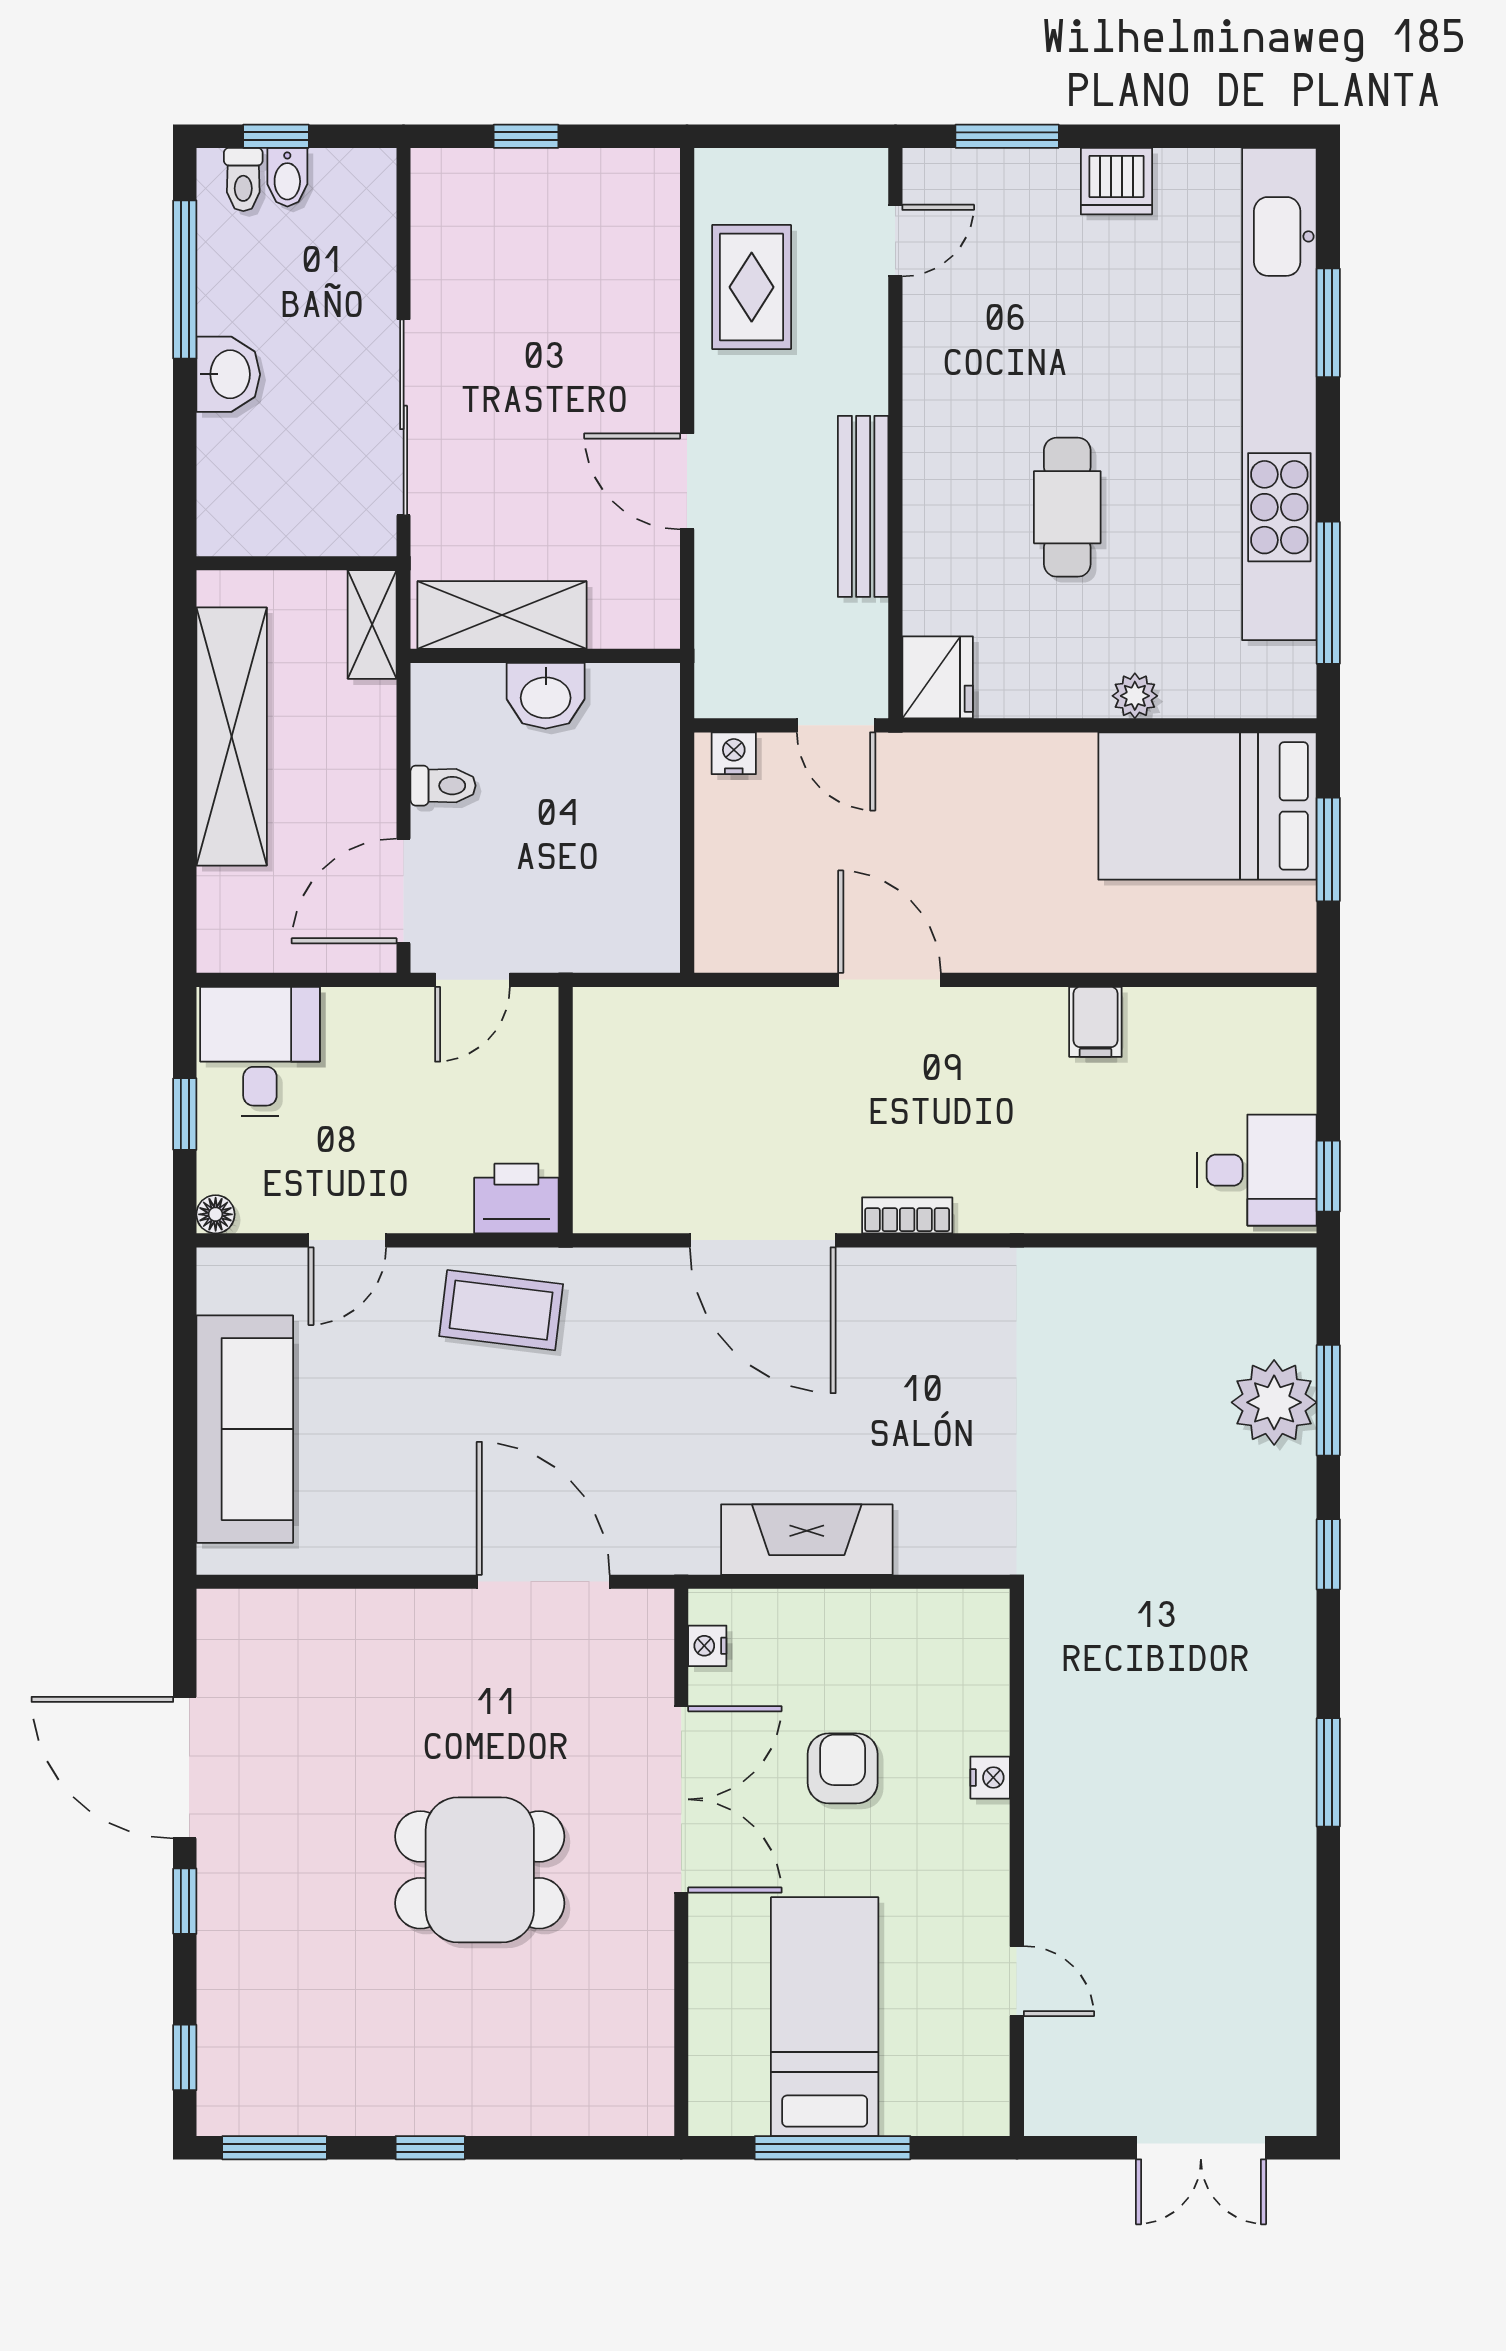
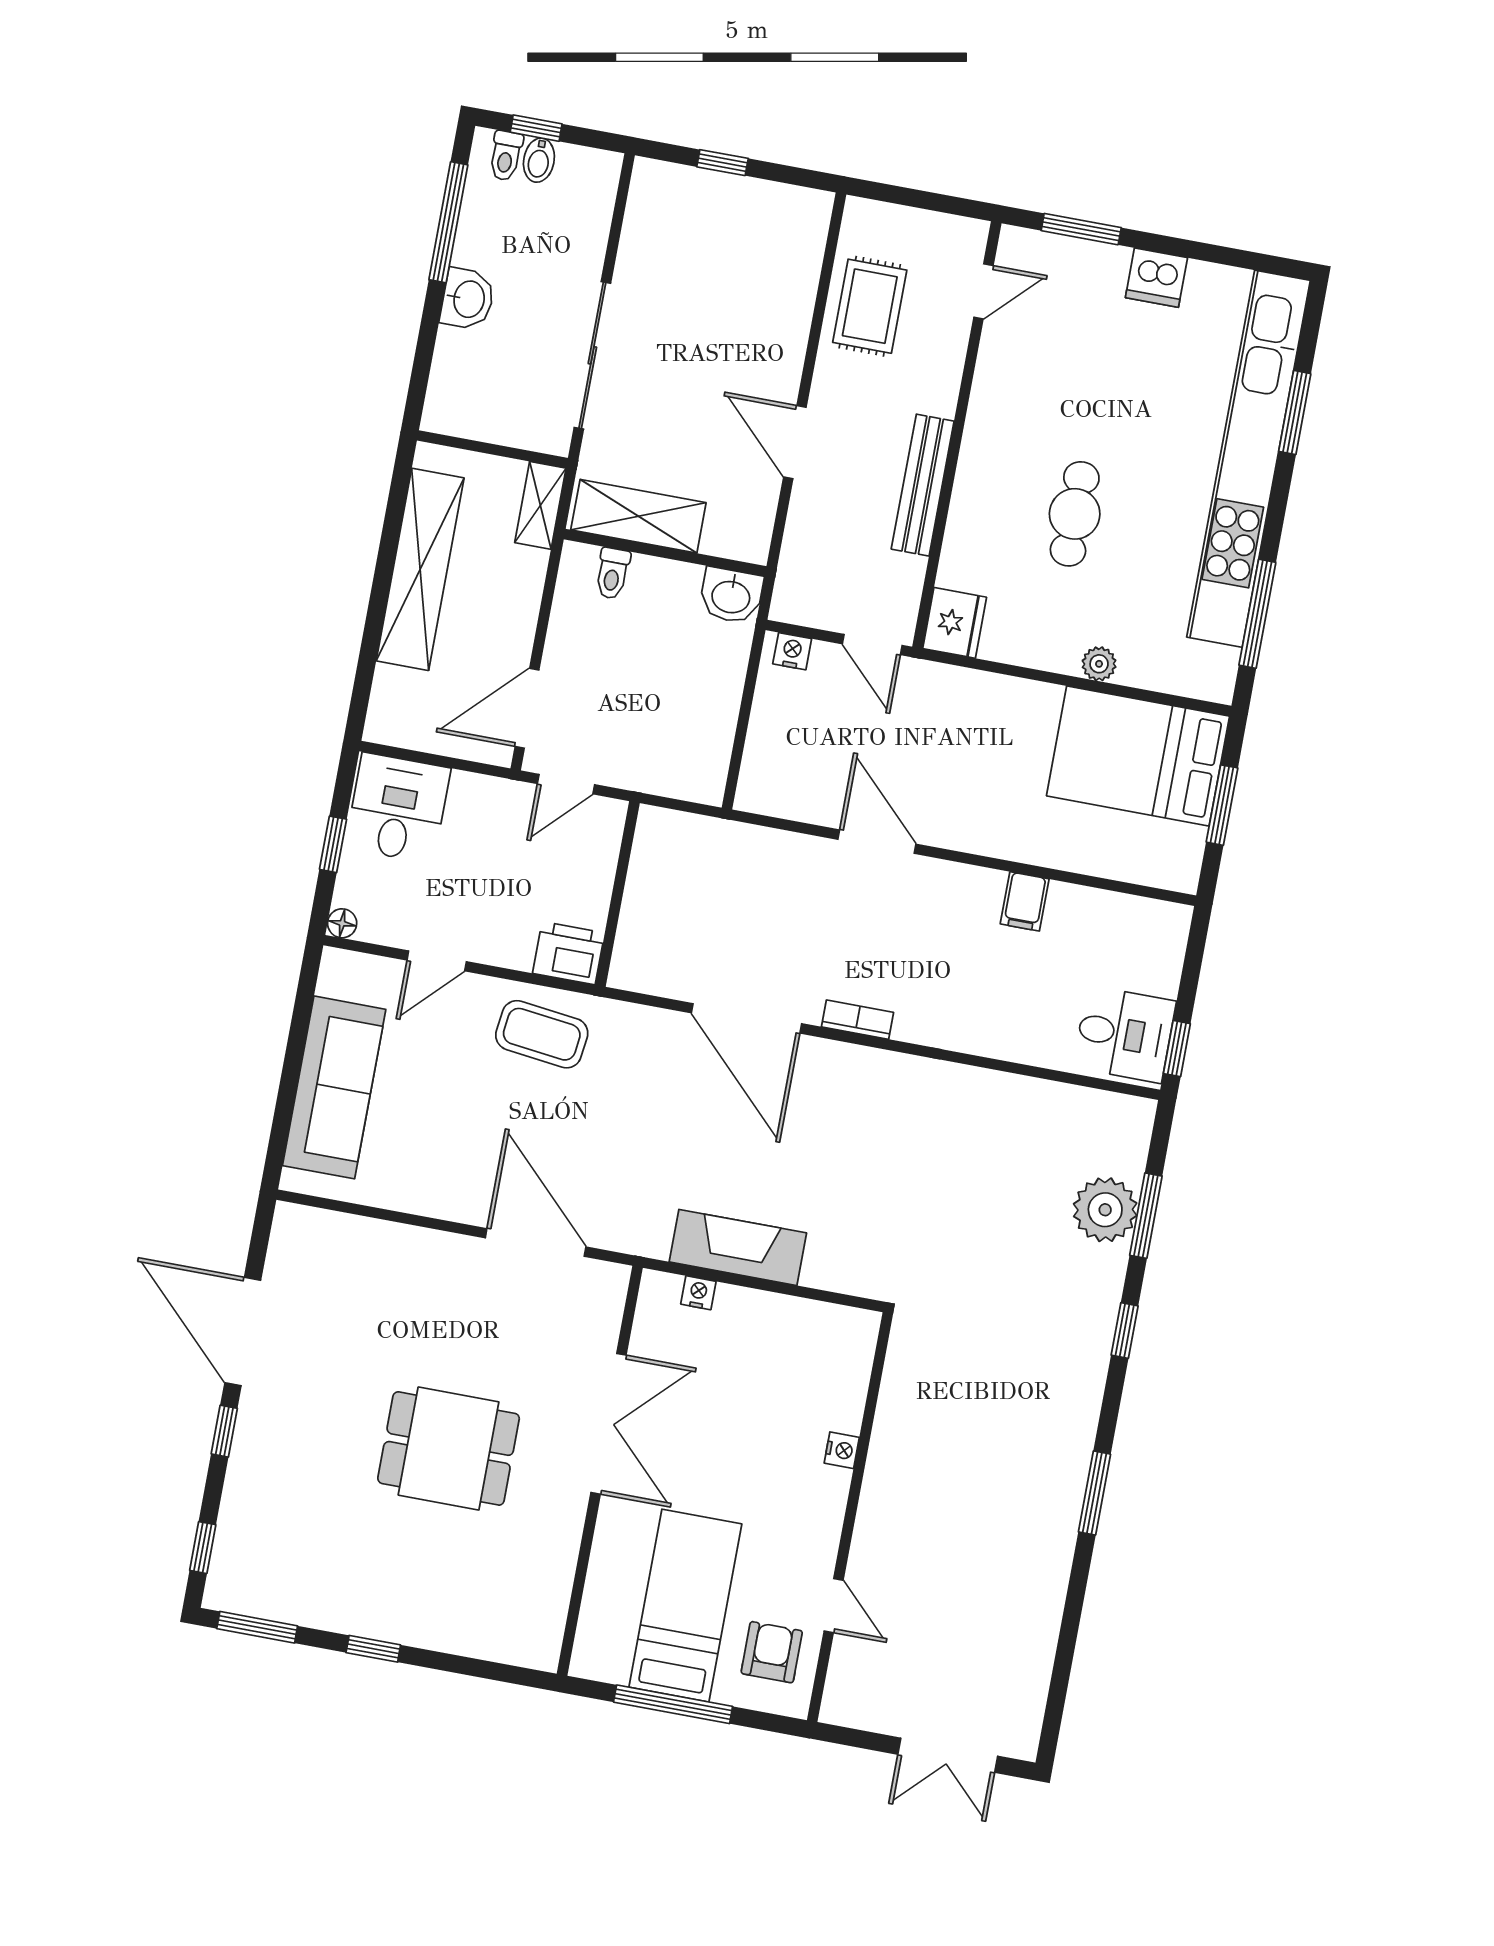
washbasin: (546, 696) -> (731, 596), moved
toilet: (443, 786) -> (612, 573), moved, turned 90
nightstand: (707, 1646) -> (698, 1293), moved, turned 90
armchair: (843, 1768) -> (772, 1652), moved

